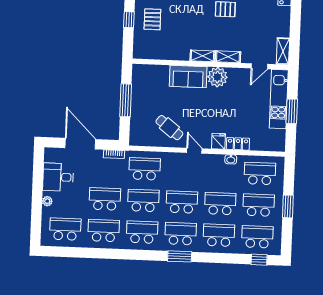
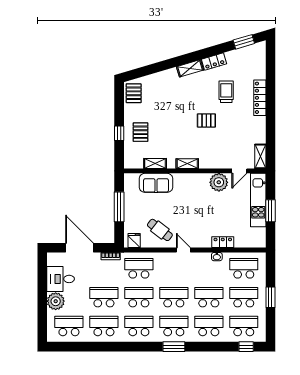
shelving: (228, 57) -> (155, 163), moved
sofa: (188, 76) -> (156, 183), moved
plant: (217, 77) -> (219, 182), moved
fridge: (218, 141) -> (134, 241), moved
plant: (47, 201) -> (56, 301), width x1.87, depth x1.87

